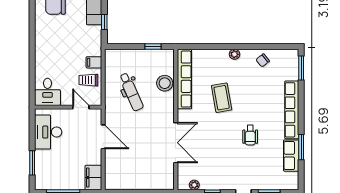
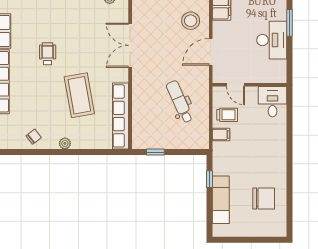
stool: (165, 83) -> (191, 21), moved
coffee table: (222, 98) -> (79, 95), width x1.36, depth x1.32
desk: (48, 132) -> (272, 40), moved
door: (103, 137) -> (211, 52), hinge flipped

